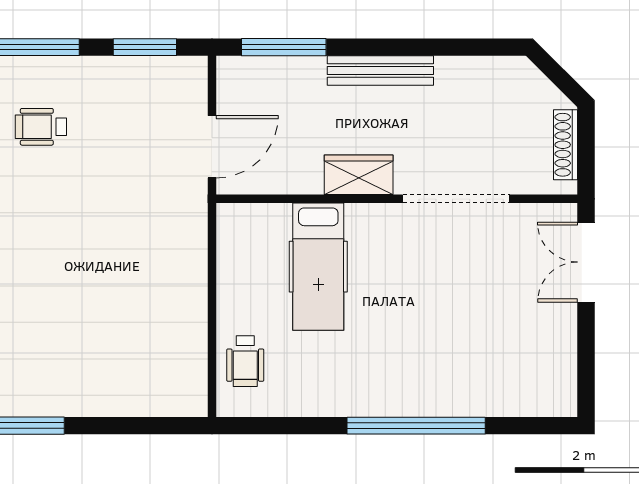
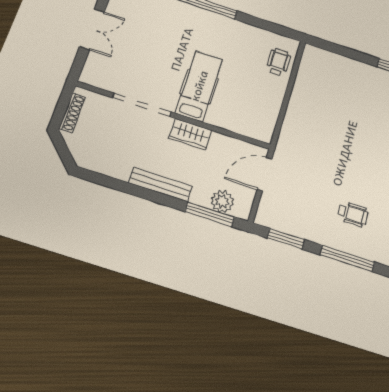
plant: (270, 76) -> (222, 201), added
double door: (586, 262) -> (92, 29), moved
hospital bed: (318, 267) -> (199, 86), moved

